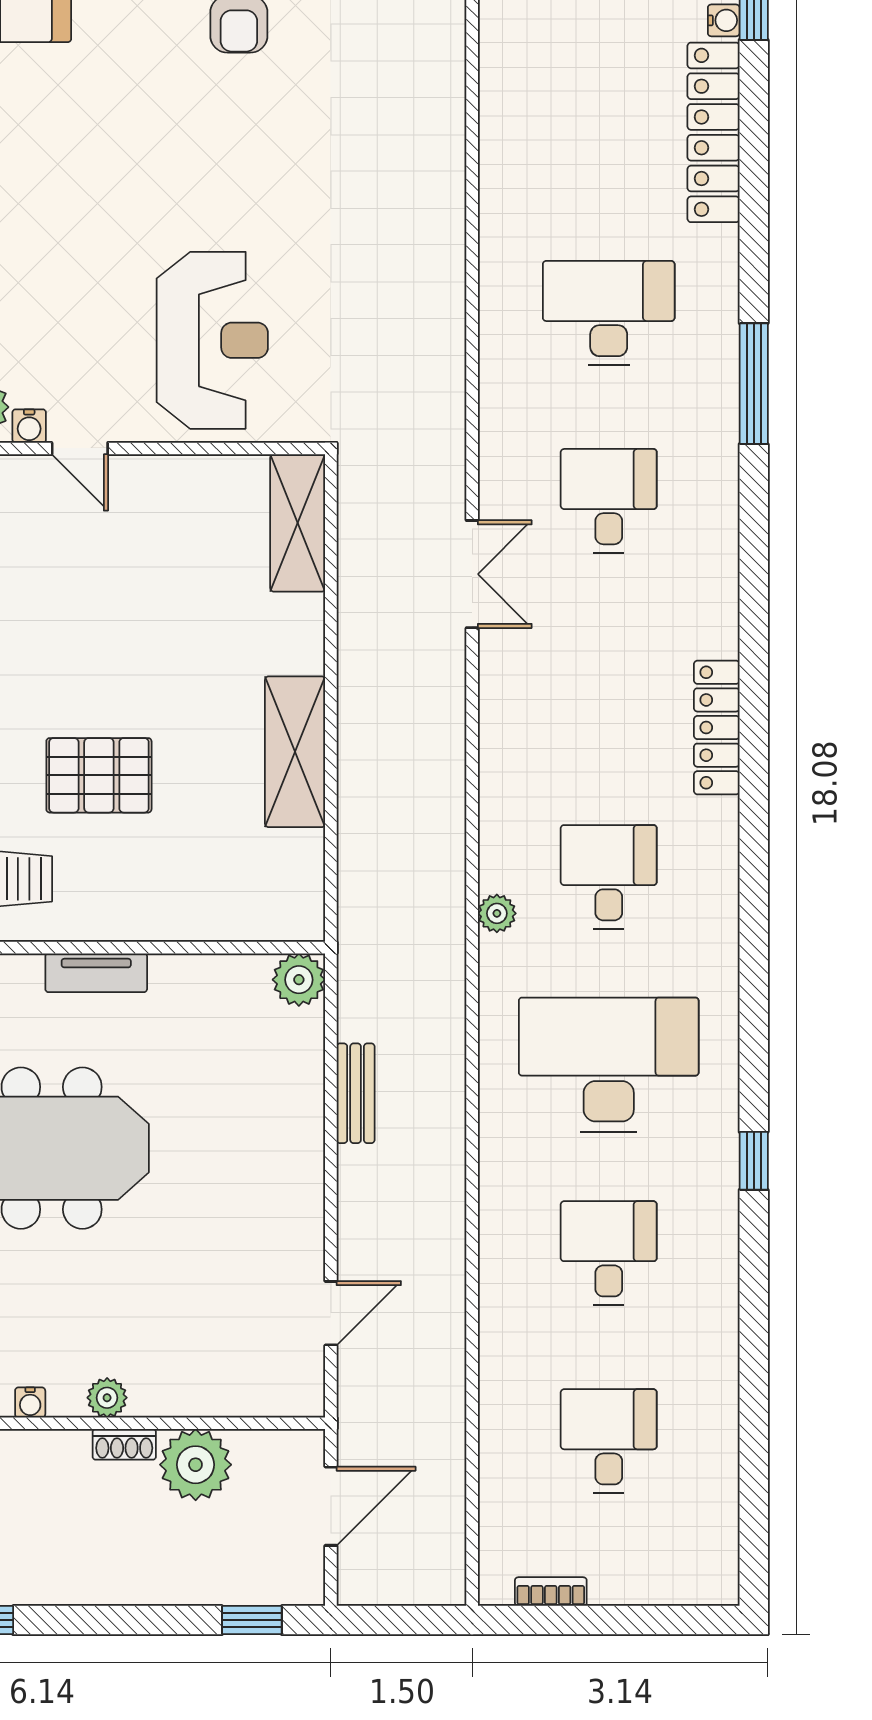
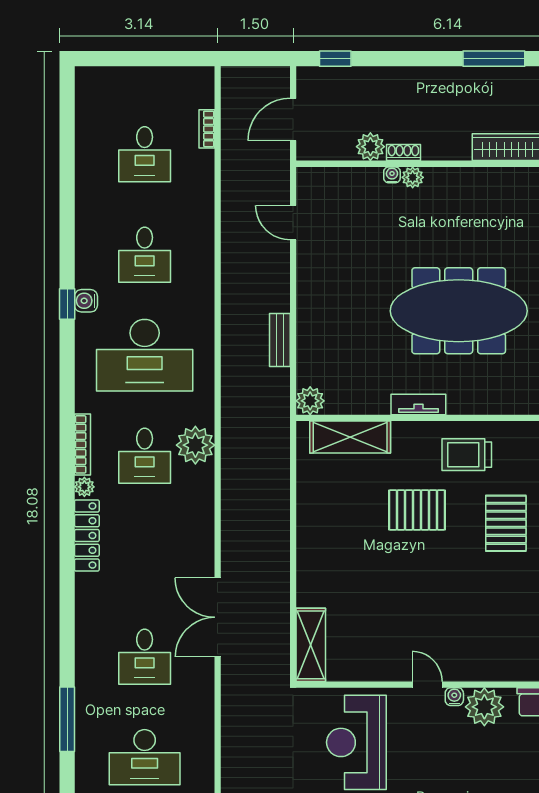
double door: (472, 574) -> (218, 617), width x1.37
shelving: (295, 752) -> (350, 437), moved, turned 90
plant: (721, 819) -> (84, 487), added
bookcase: (725, 898) -> (82, 444), added
plant: (497, 913) -> (195, 445), width x1.87, depth x1.87
water cooler: (718, 1167) -> (86, 301), added
door: (331, 1313) -> (293, 223), hinge flipped
water cooler: (30, 1402) -> (392, 175), moved
plant: (196, 1465) -> (370, 147), width x0.73, depth x0.73
bookcase: (551, 1592) -> (207, 129), moved, turned 90

